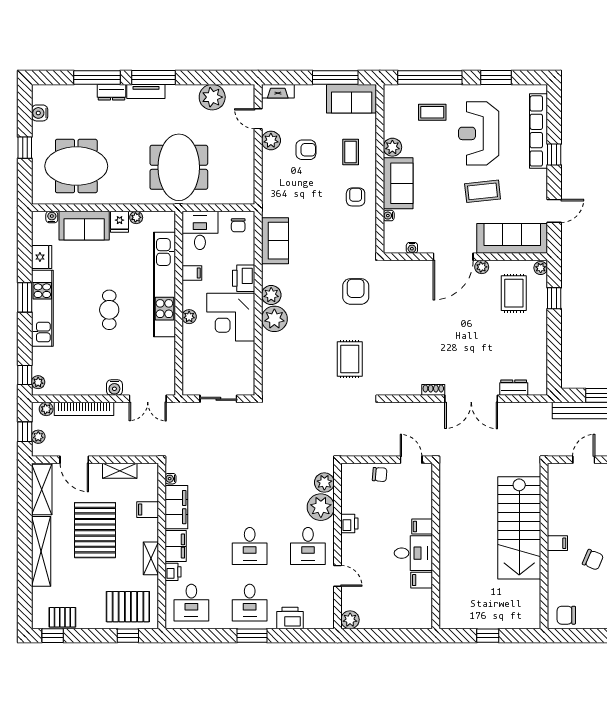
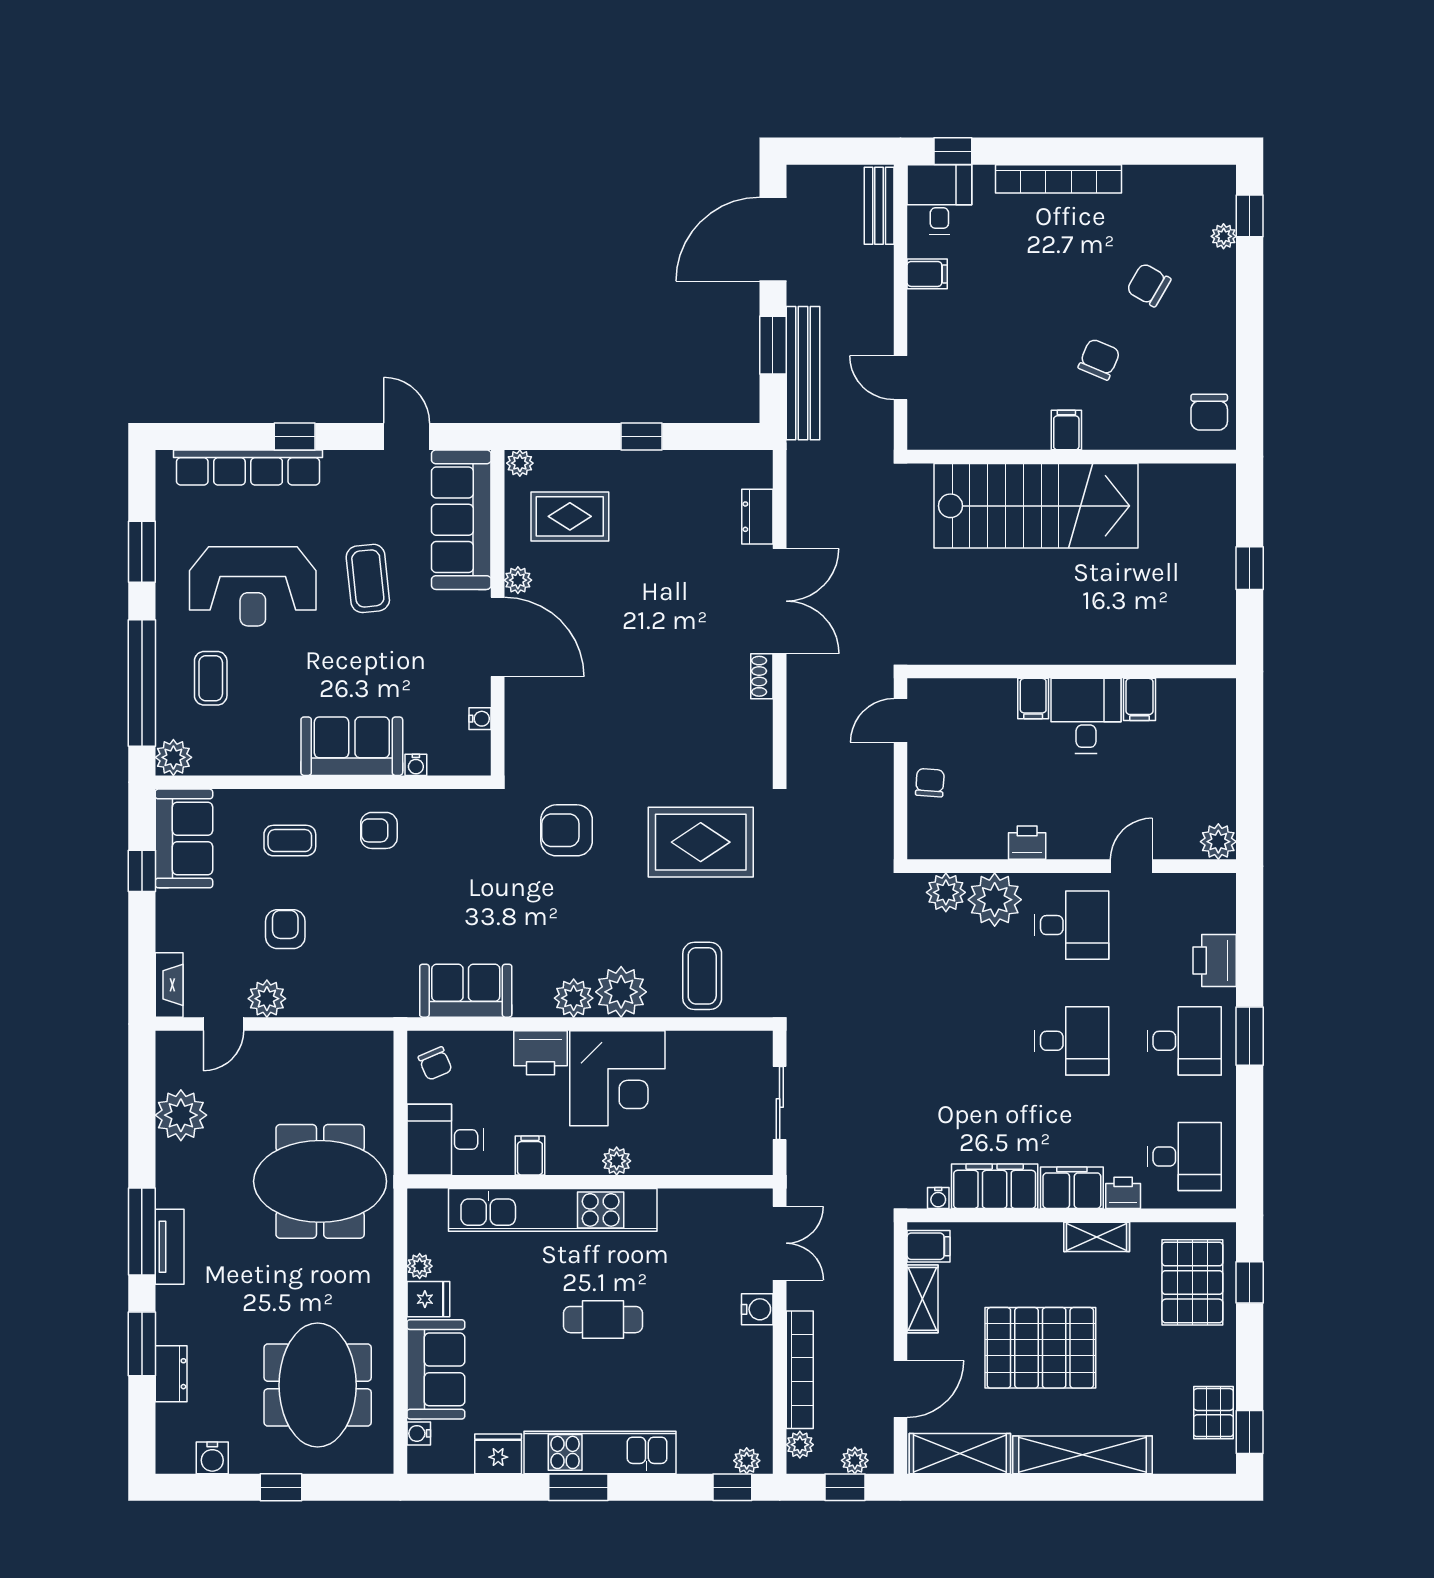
window: (97, 78) -> (142, 1344), width x0.69
window: (335, 78) -> (142, 871), width x0.46
dresser: (111, 92) -> (171, 1374), moved
plant: (392, 147) -> (173, 757), moved
chair: (238, 225) -> (435, 1064), turned 67
window: (554, 298) -> (642, 437), moved
rug: (350, 359) -> (701, 842), width x1.36, depth x1.43
coffee table: (282, 360) -> (702, 976), added
filing cabinet: (148, 510) -> (928, 1246), moved, turned -90

